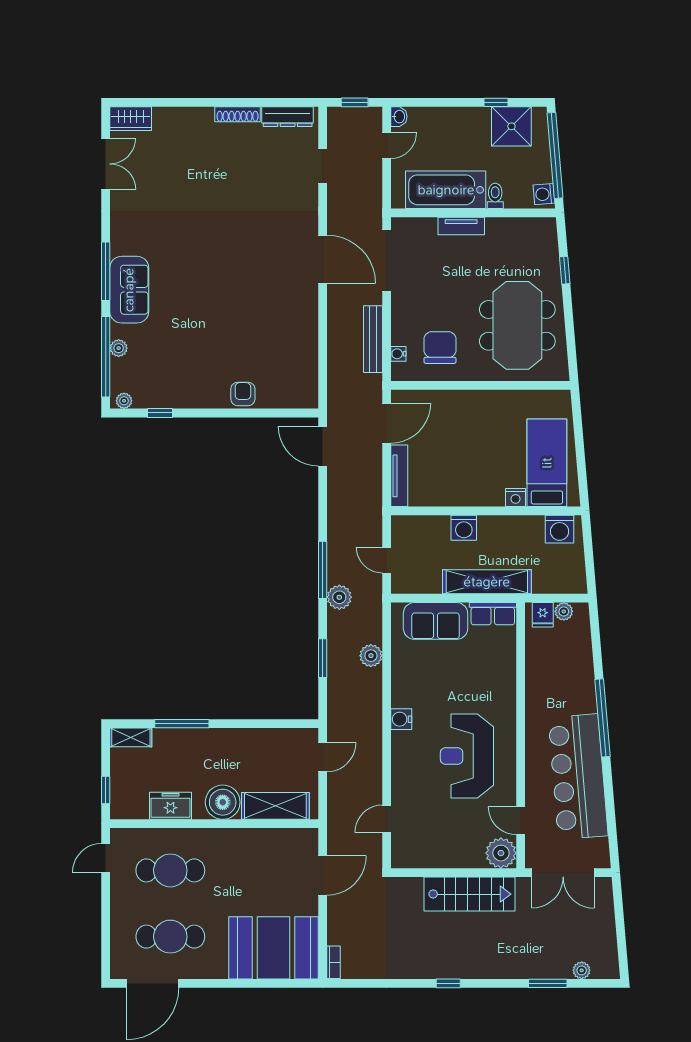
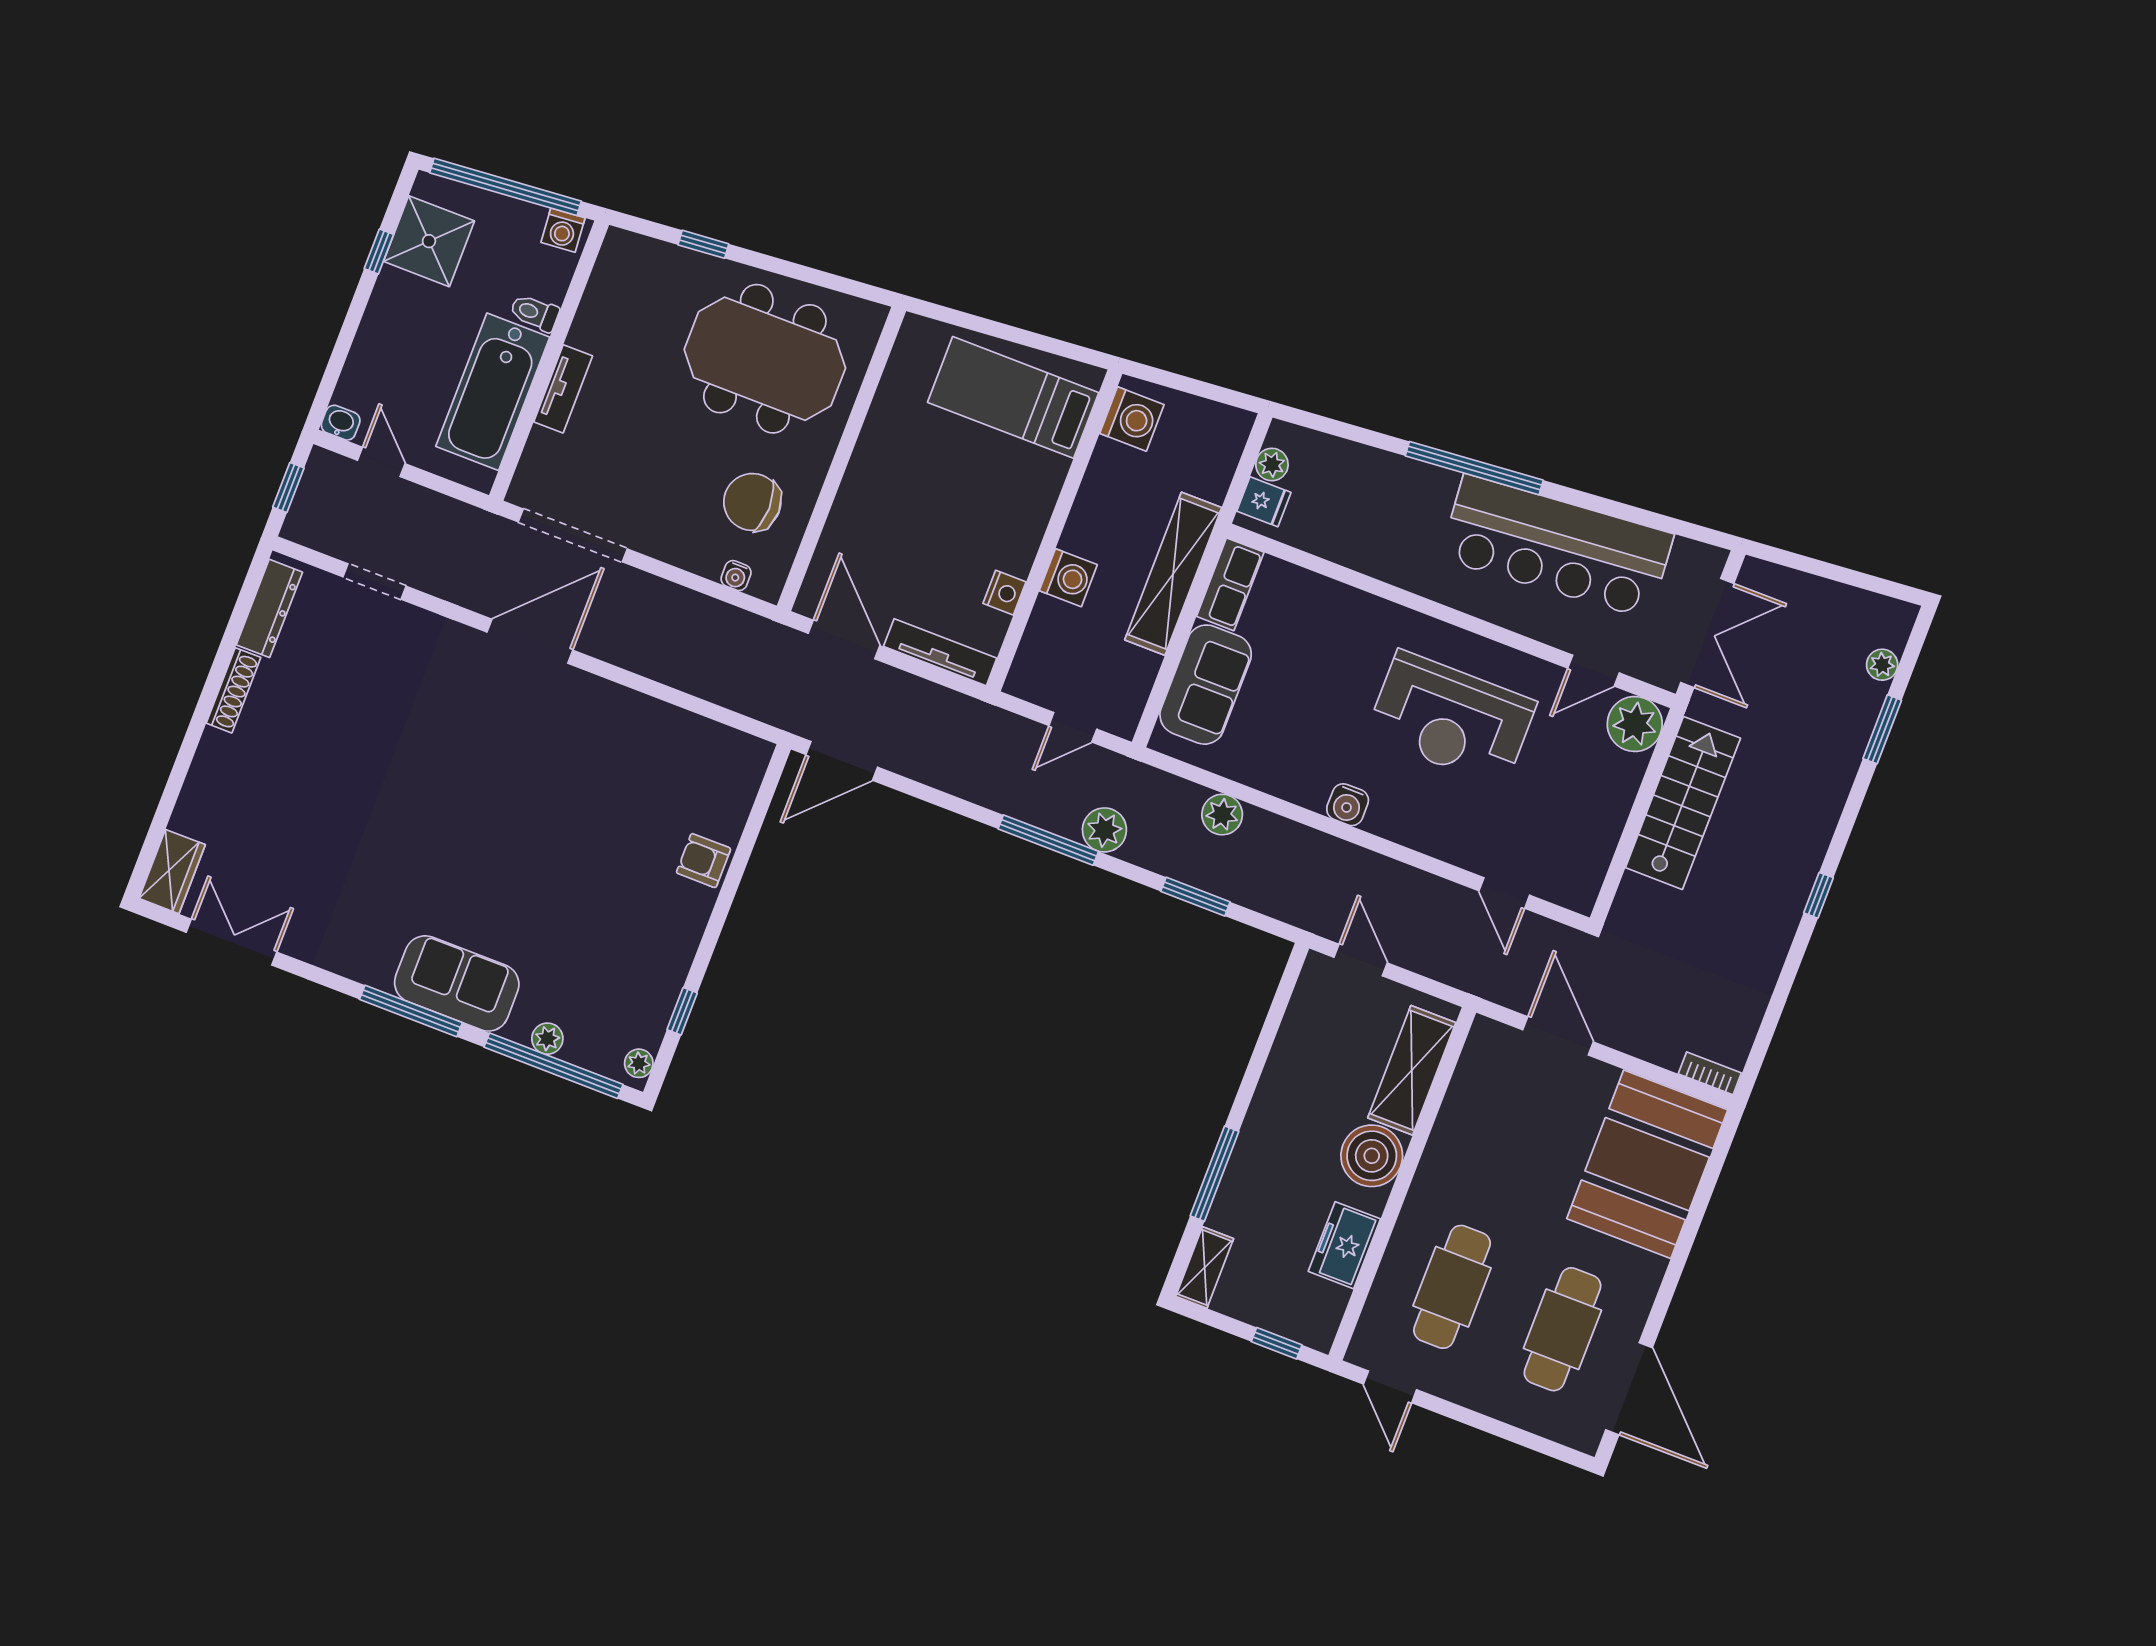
bench: (373, 339) -> (695, 609), removed
nightstand: (516, 497) -> (1005, 593), moved

